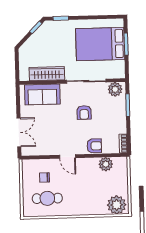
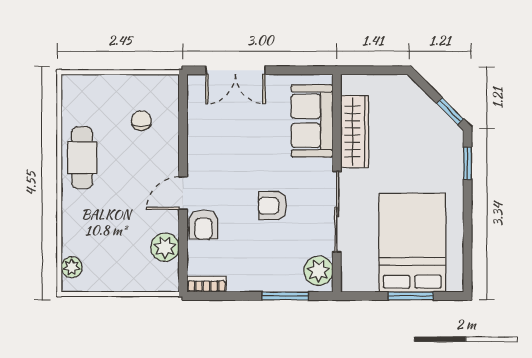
door: (68, 157) -> (183, 193), moved
cafe table: (47, 198) -> (82, 158), moved
plant: (117, 205) -> (72, 267), width x0.53, depth x0.53

